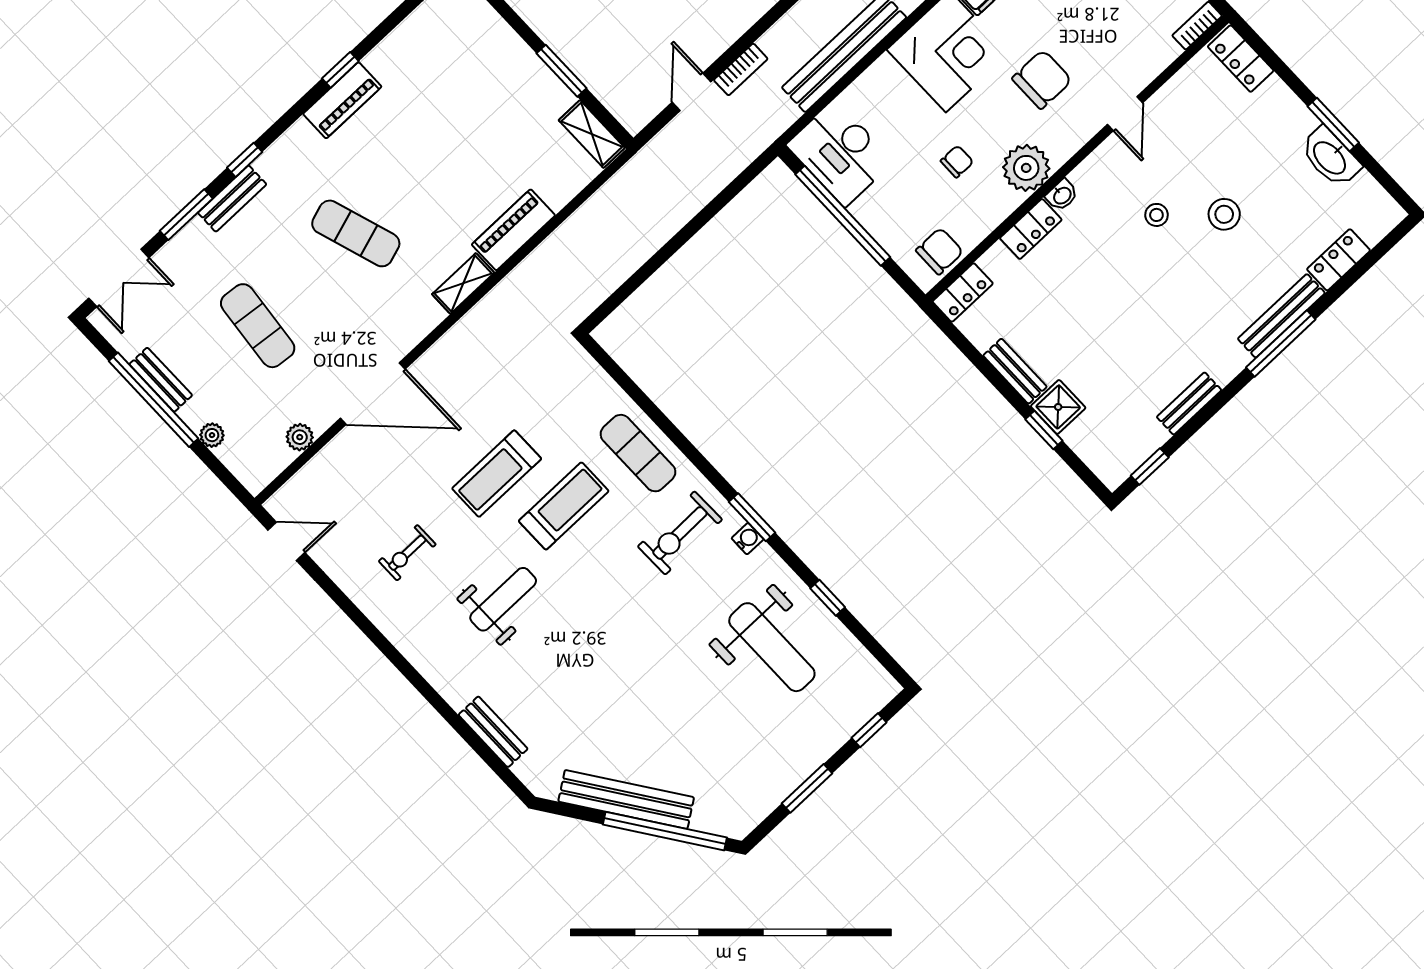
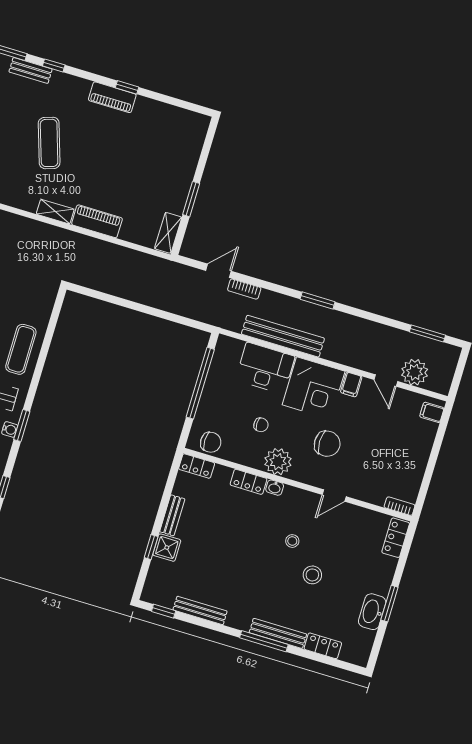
desk: (840, 153) -> (265, 368), moved, turned 90
bench: (1189, 404) -> (200, 610), width x1.36

